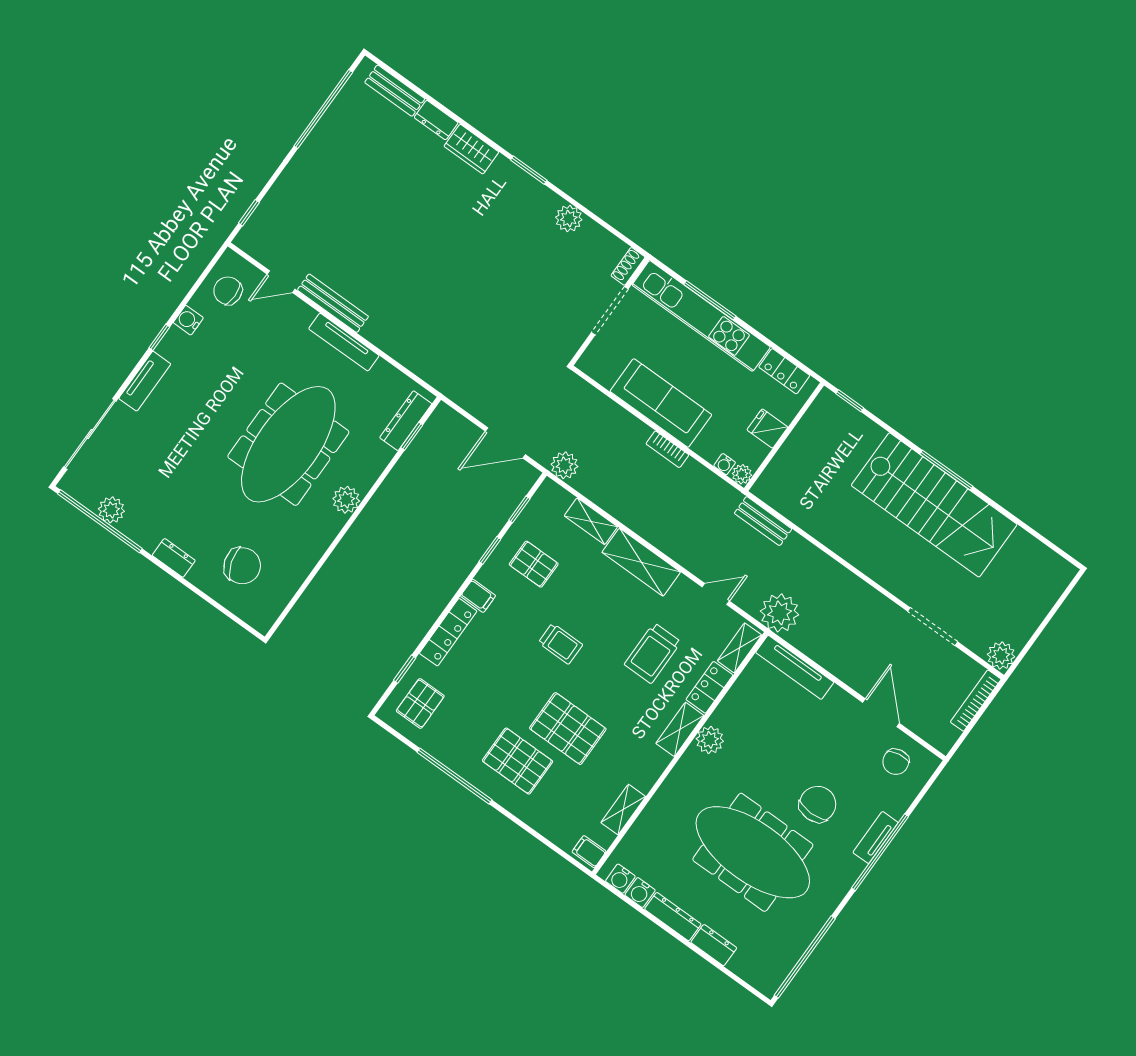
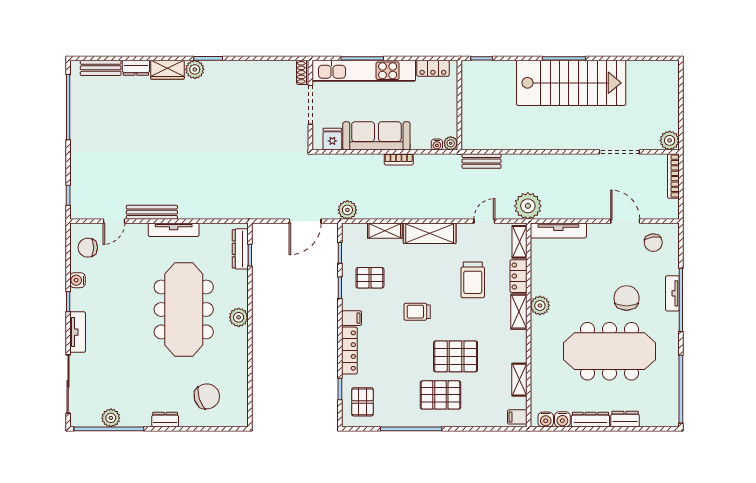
plant: (569, 219) -> (195, 69), moved
fridge: (767, 428) -> (332, 139), moved, turned 90
trolley: (560, 644) -> (417, 312), turned 180

